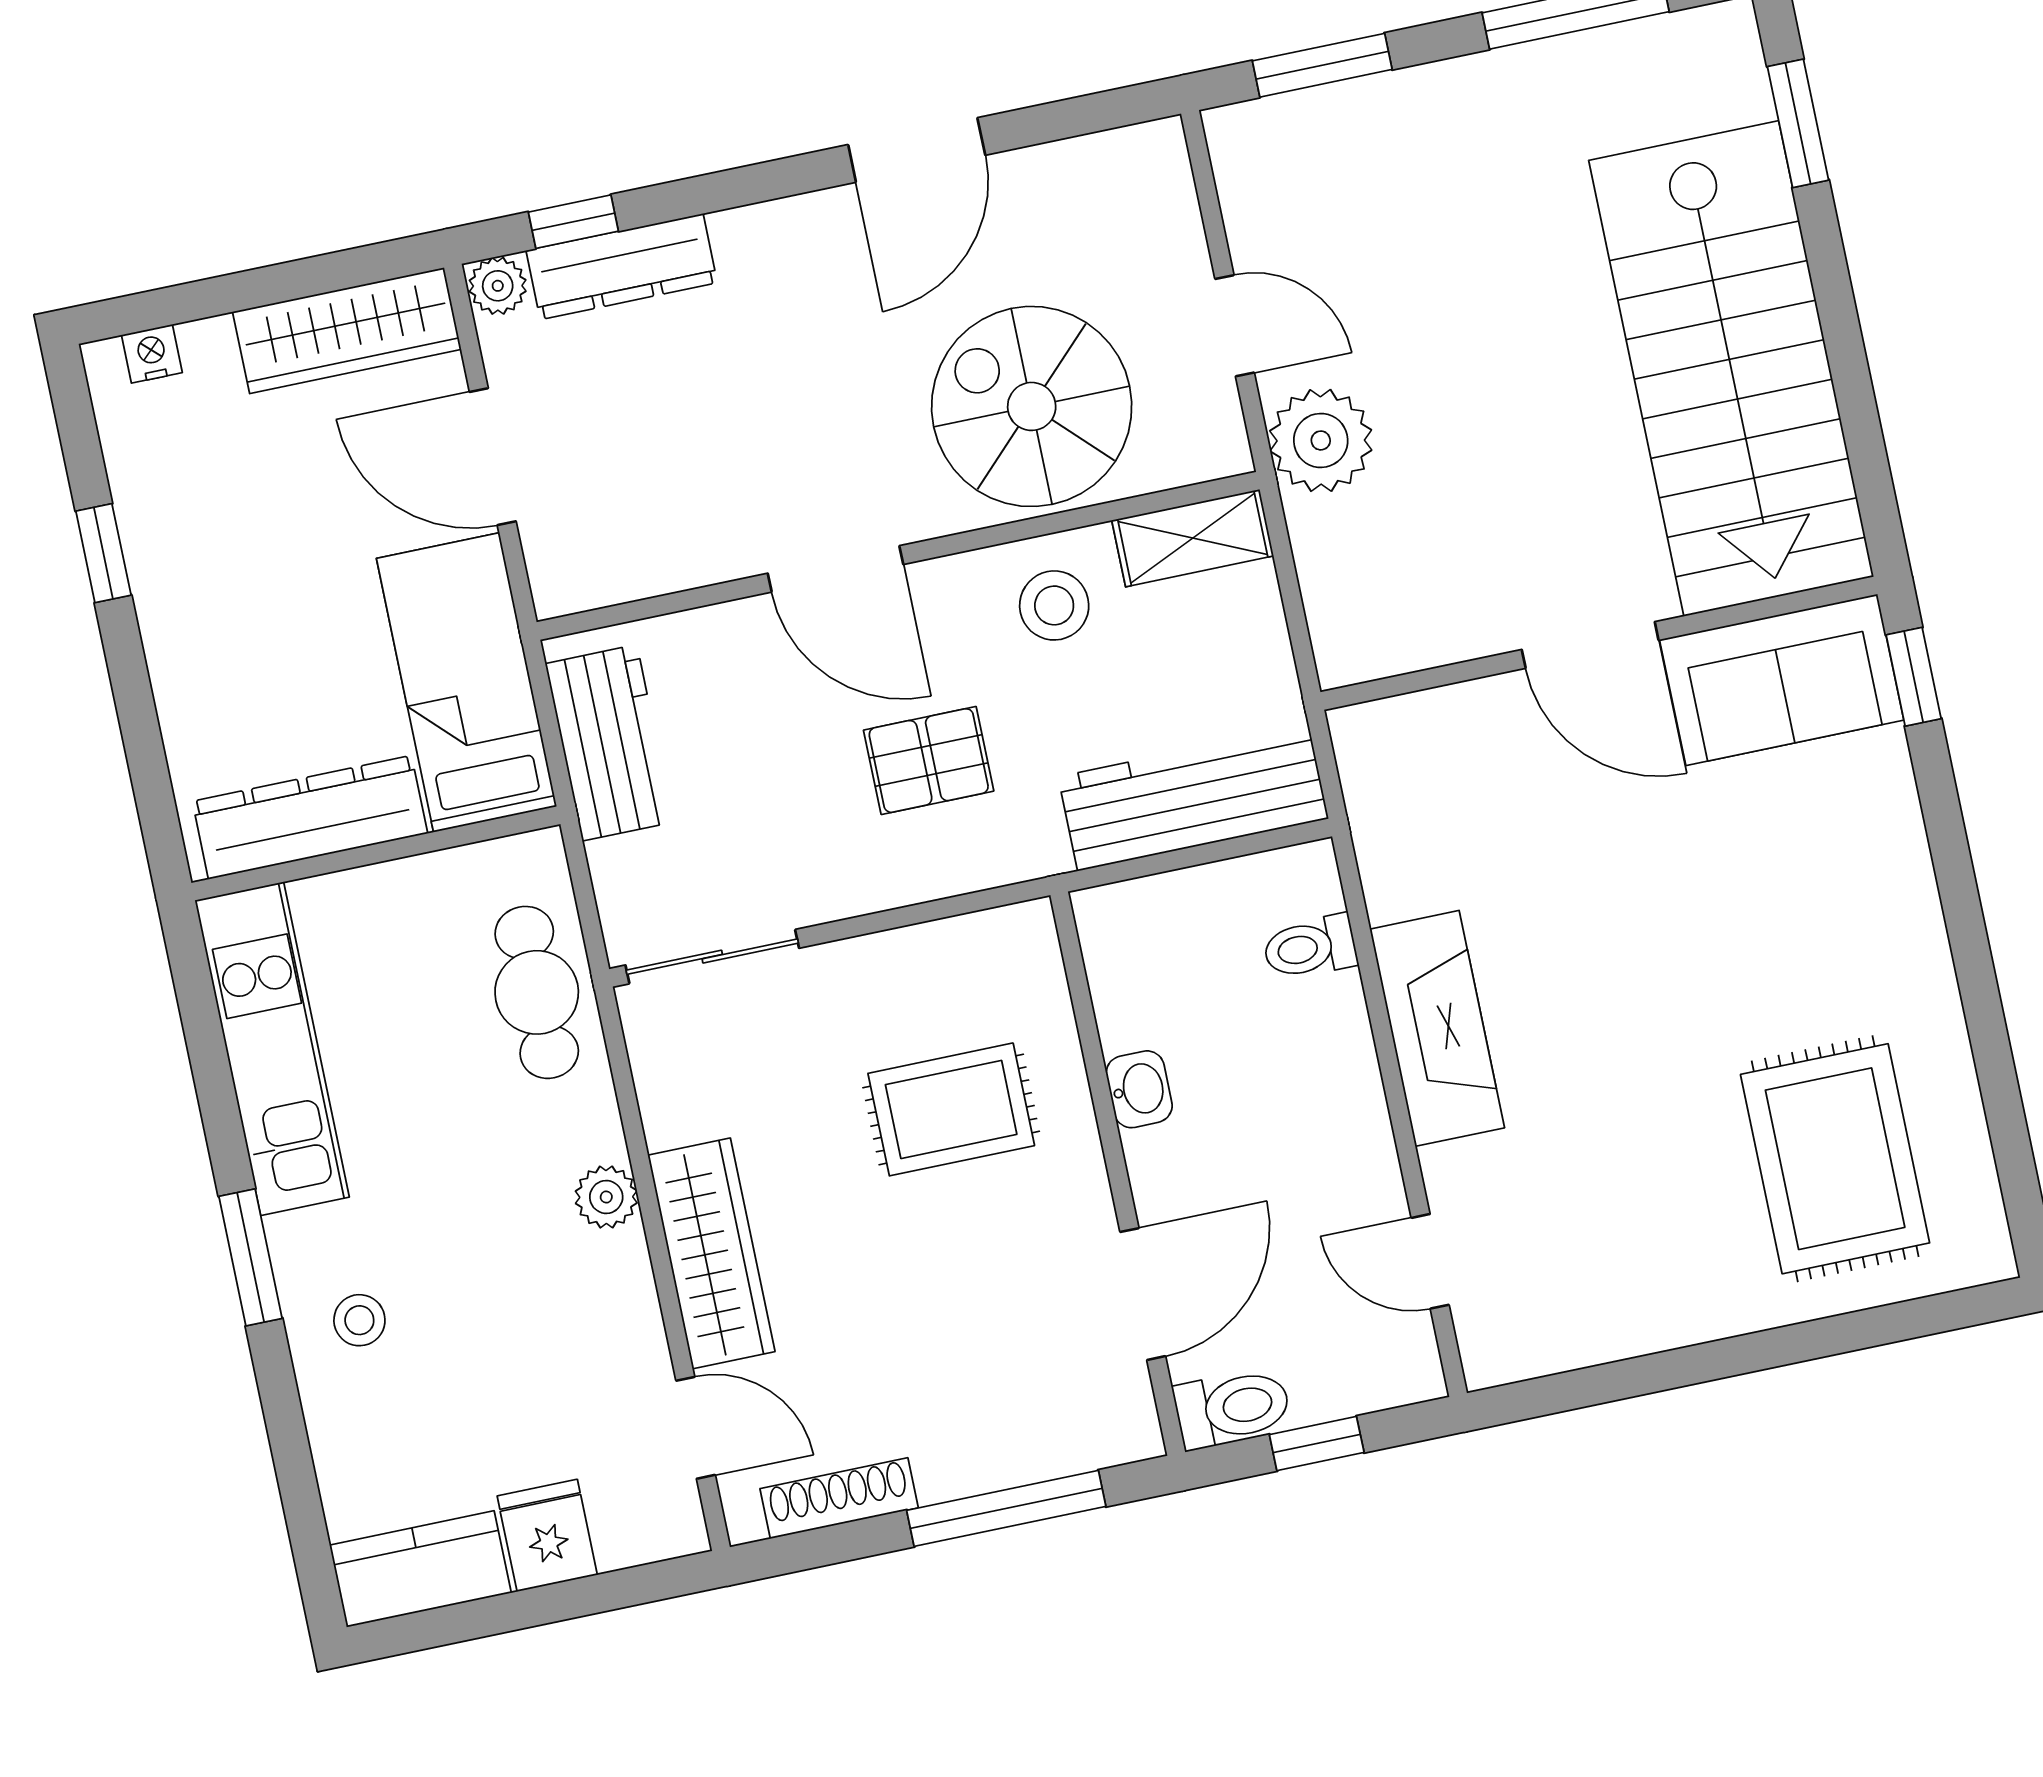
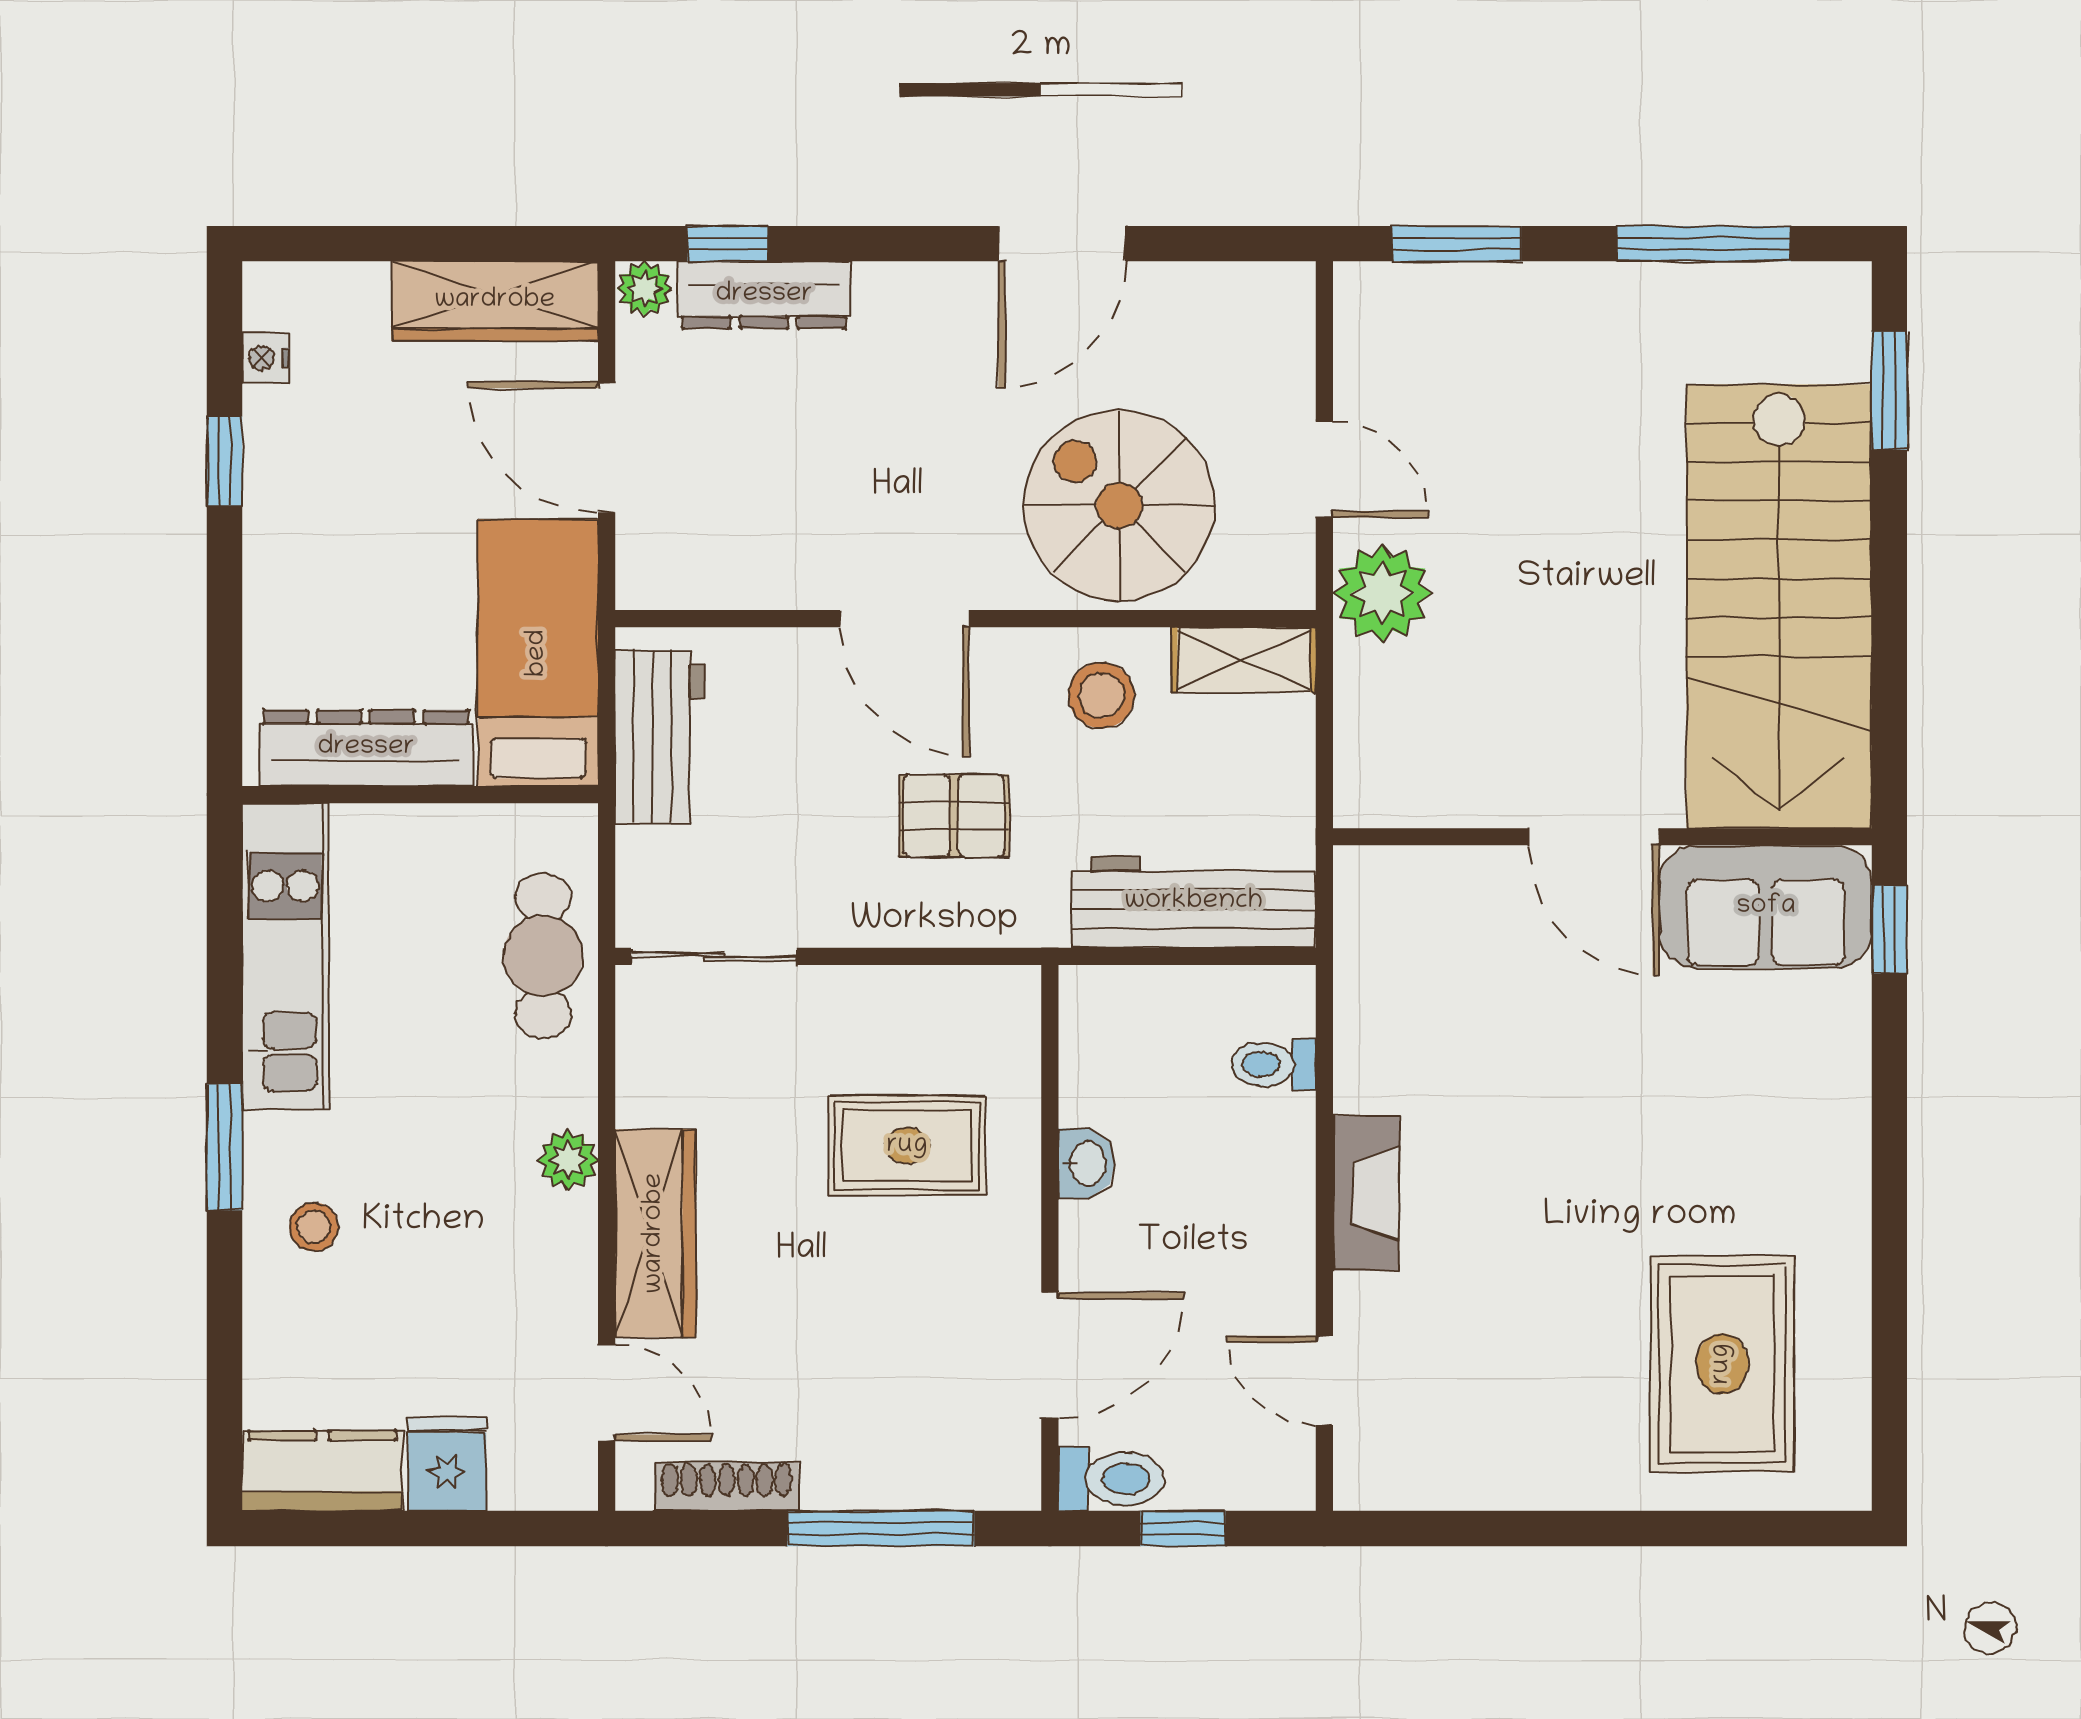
nightstand: (152, 354) -> (266, 358), moved, turned -90
fireplace: (1437, 1028) -> (1366, 1193), width x0.73, depth x0.76

